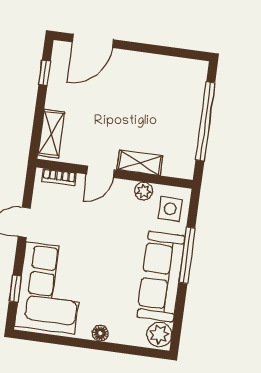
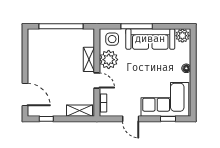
plant: (143, 191) -> (109, 60), width x1.88, depth x1.88

